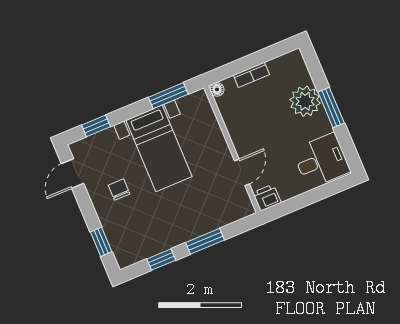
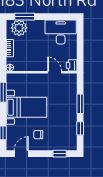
plant: (305, 101) -> (19, 28), moved
window: (331, 108) -> (25, 17), moved
desk: (321, 161) -> (61, 32), width x1.37
door: (73, 174) -> (21, 154), swing flipped

